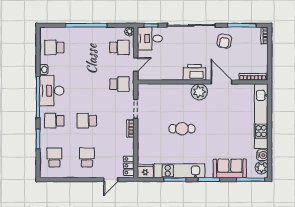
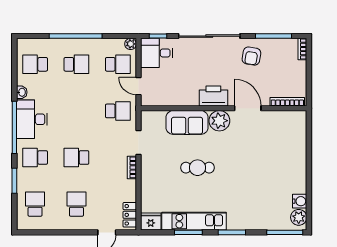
school desk: (87, 47) -> (76, 64), added
door: (136, 65) -> (139, 86), swing flipped
kitchen unit: (261, 116) -> (298, 152), removed
sofa: (230, 168) -> (187, 122), moved, turned 180

